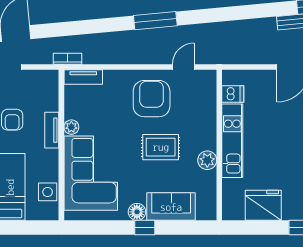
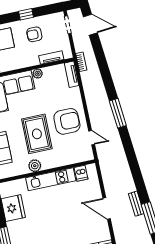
tv unit: (52, 130) -> (51, 58), moved
rug: (161, 147) -> (37, 134), width x1.36, depth x1.43

